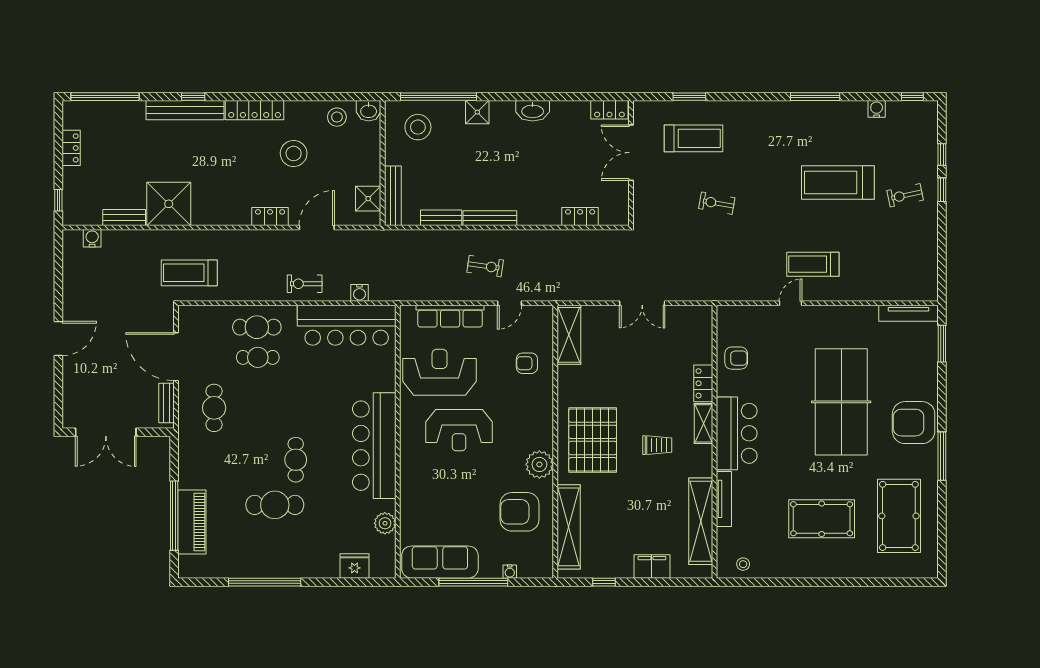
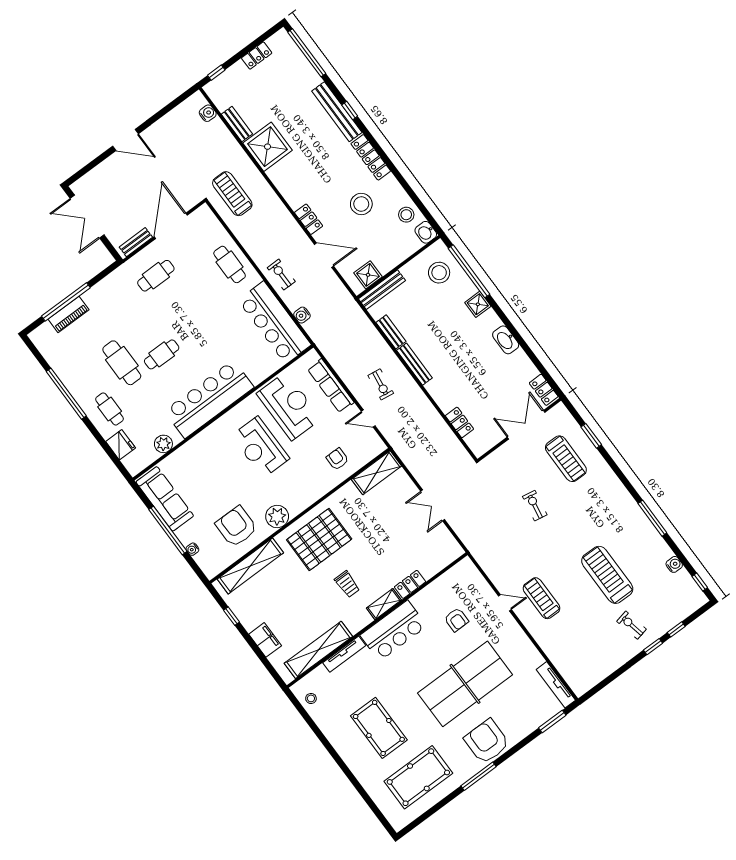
cafe table: (258, 357) -> (110, 409), moved
armchair: (736, 358) -> (456, 620), moved
piano: (192, 522) -> (69, 314), width x0.73, depth x0.75

